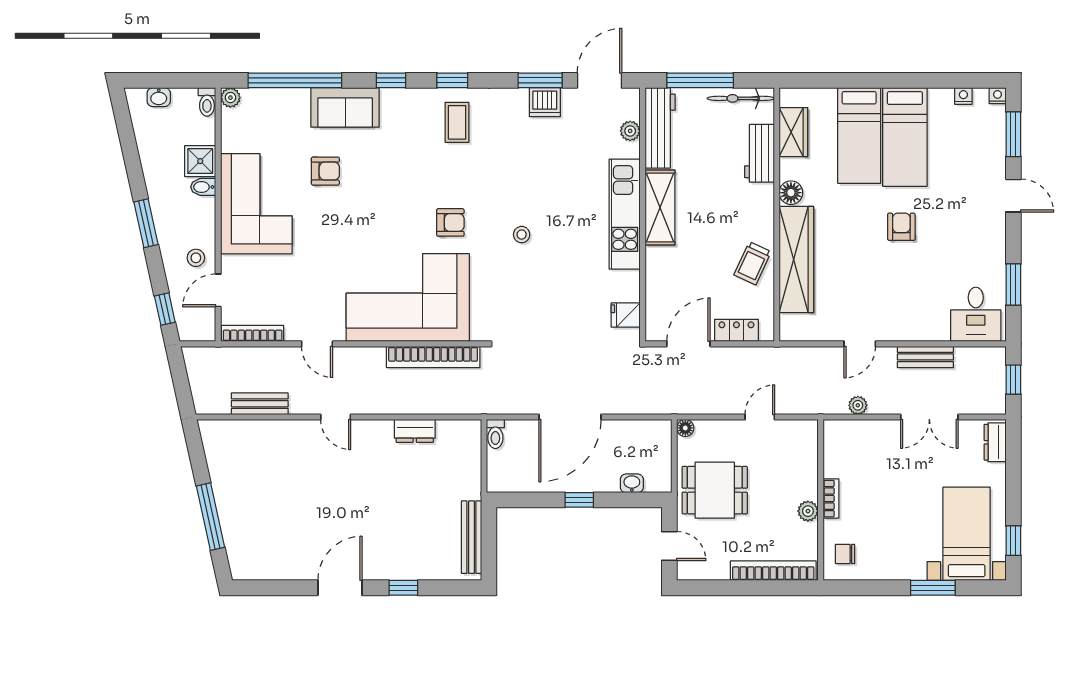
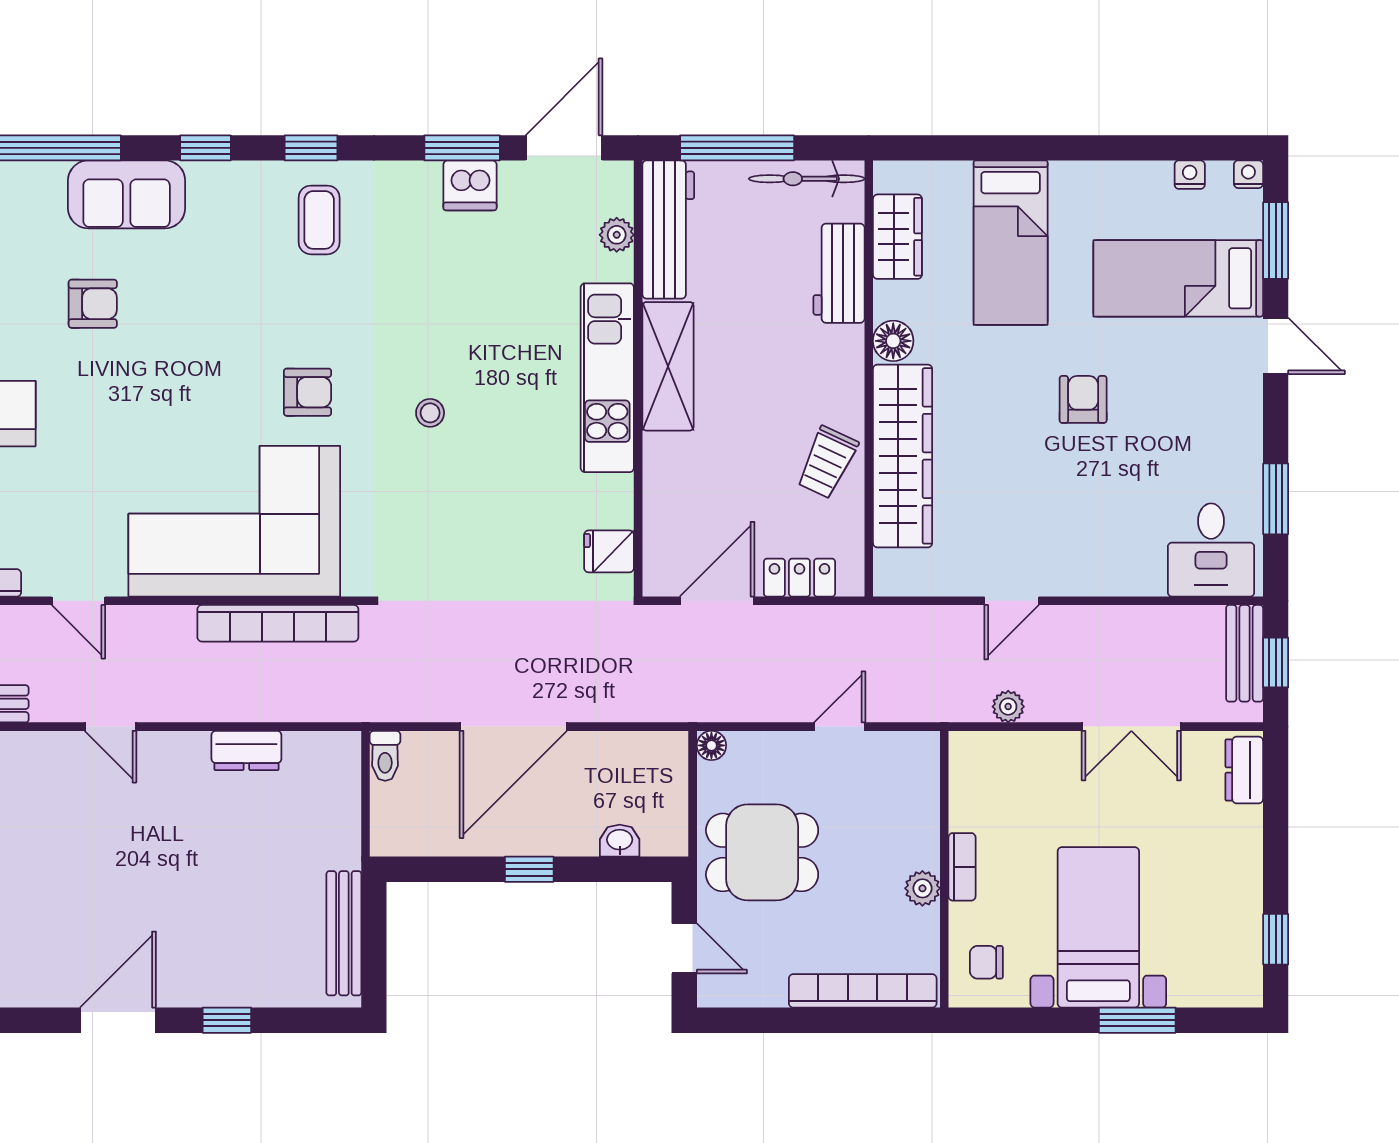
bed: (905, 137) -> (1178, 278), moved, turned 90
bench: (925, 357) -> (1245, 653), moved, turned 90
bed with nightstands: (967, 534) -> (1098, 927), moved

